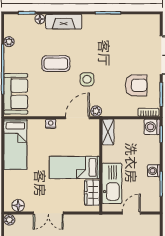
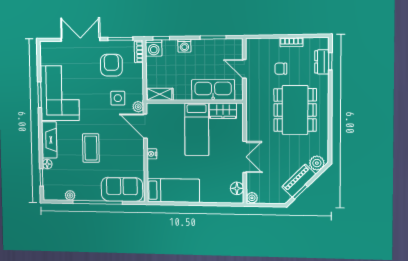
corner sofa: (109, 33) -> (60, 93), added
side table: (87, 79) -> (118, 98), moved
washing machine: (154, 171) -> (184, 46), moved

